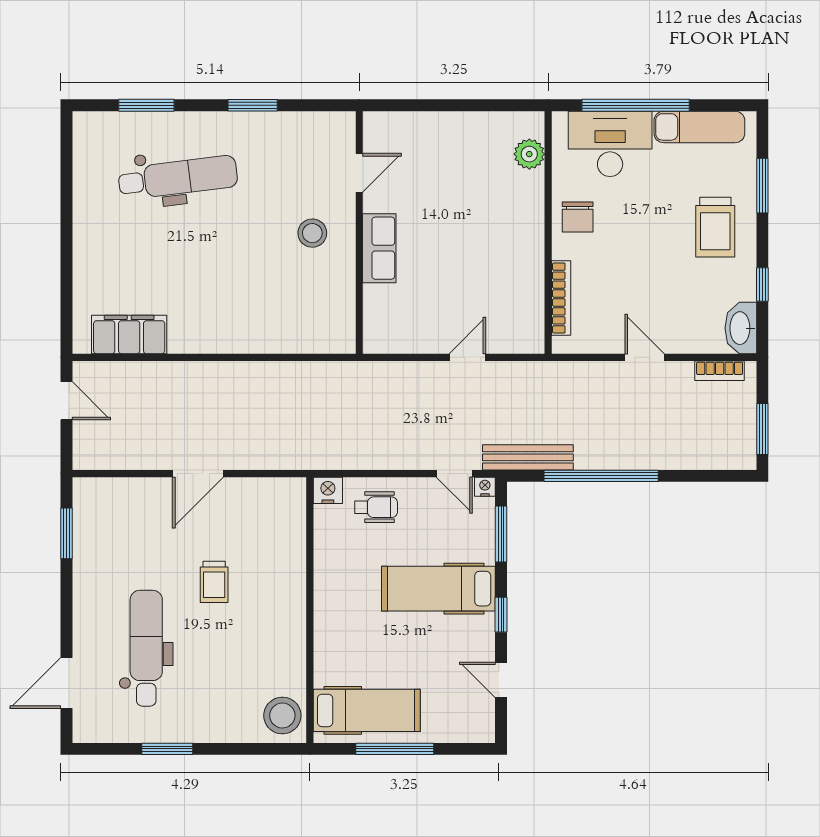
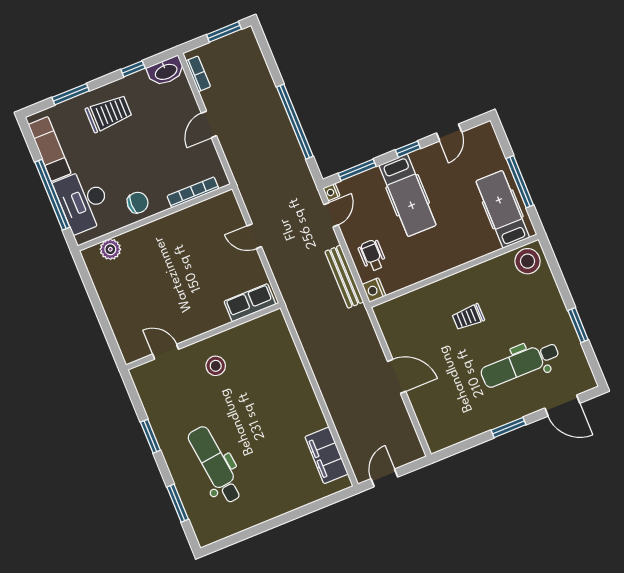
row of seats: (379, 248) -> (250, 303), moved
bench: (528, 457) -> (344, 277), moved
window: (66, 533) -> (509, 427), moved
trolley: (214, 582) -> (468, 317), moved, turned 180

